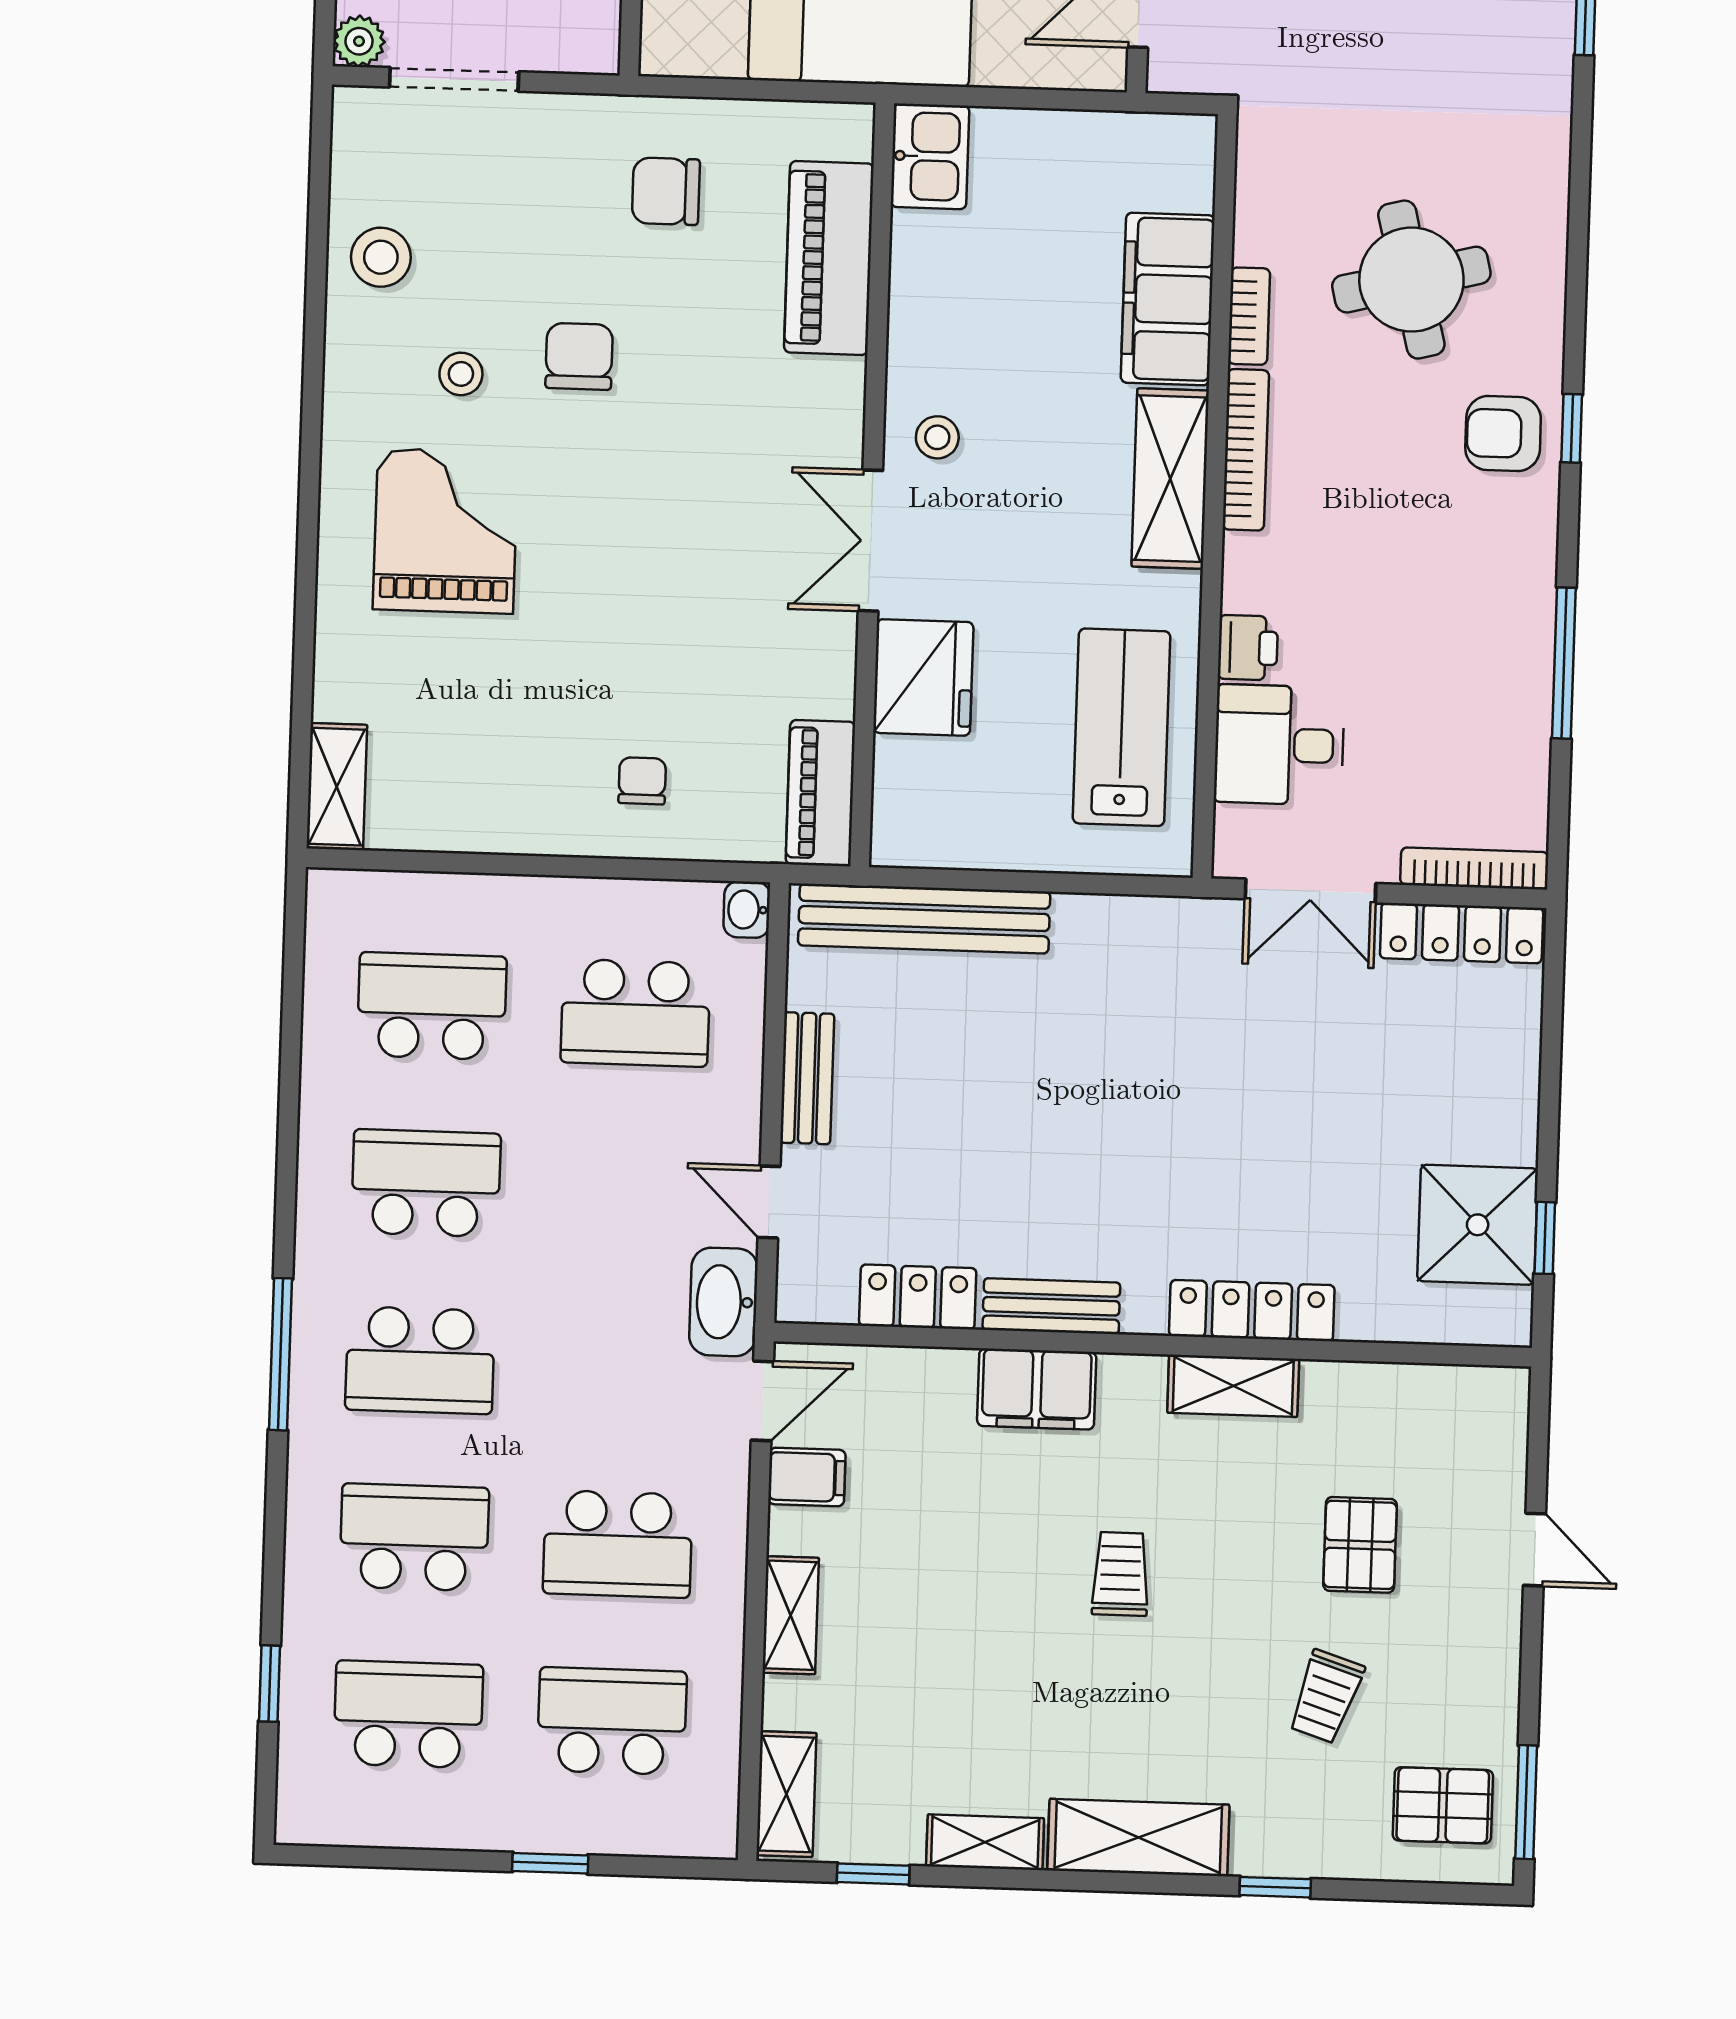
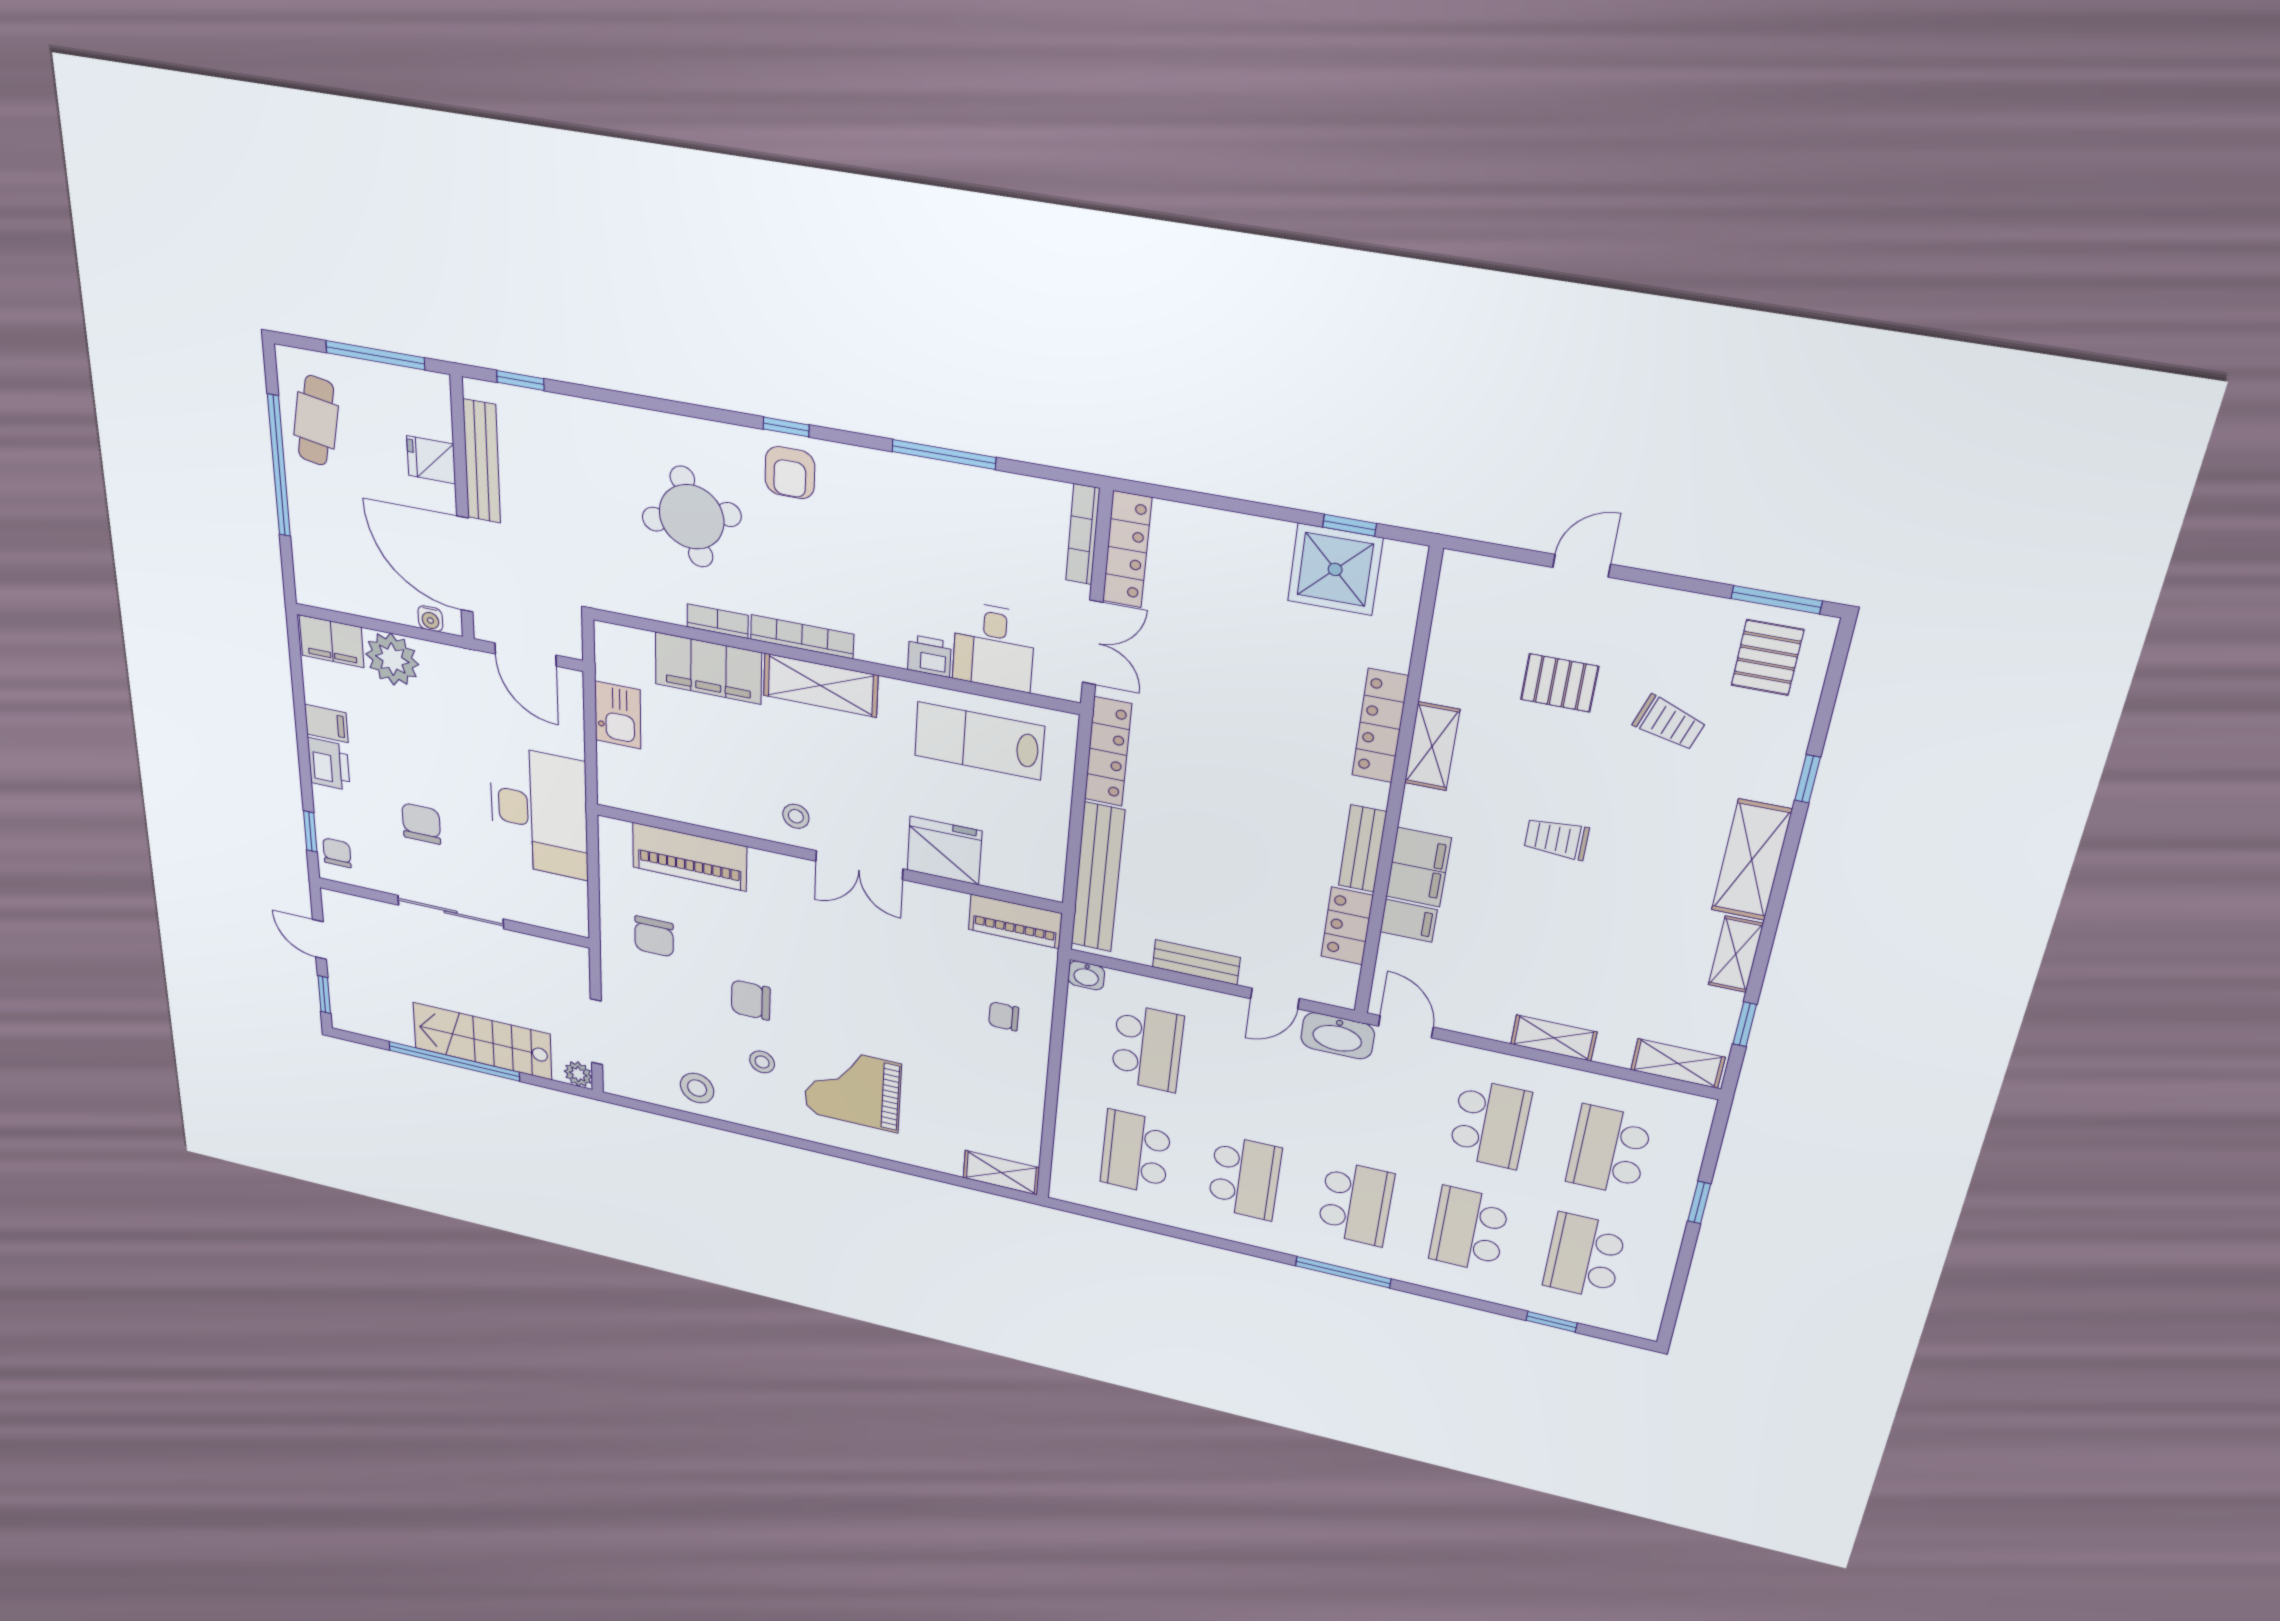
kitchen sink: (930, 156) -> (618, 715), moved, turned 90
locker: (1140, 923) -> (1108, 752), added
school desk: (426, 1183) -> (1245, 1178), turned 180
filing cabinet: (807, 1477) -> (1409, 921), moved, turned 90

